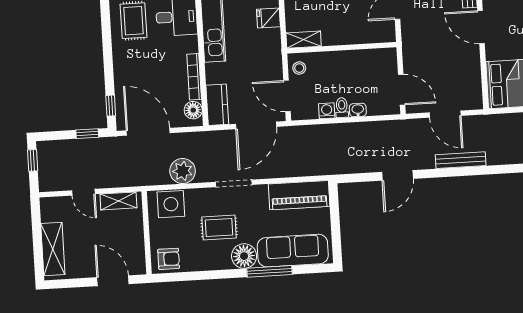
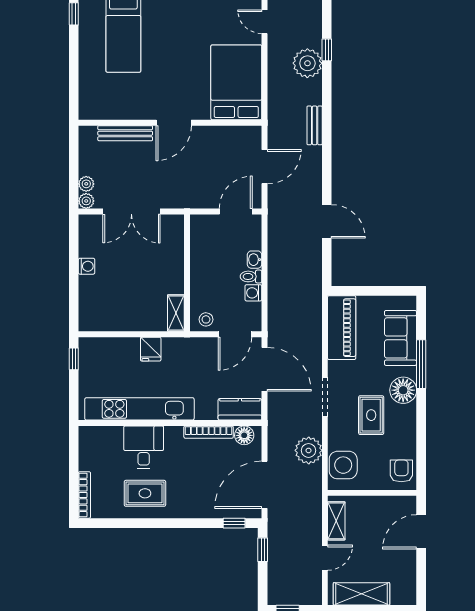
bench: (461, 160) -> (315, 125), moved, width x0.73
shelving: (53, 249) -> (361, 594), moved
sofa: (293, 251) -> (401, 338), width x0.73

